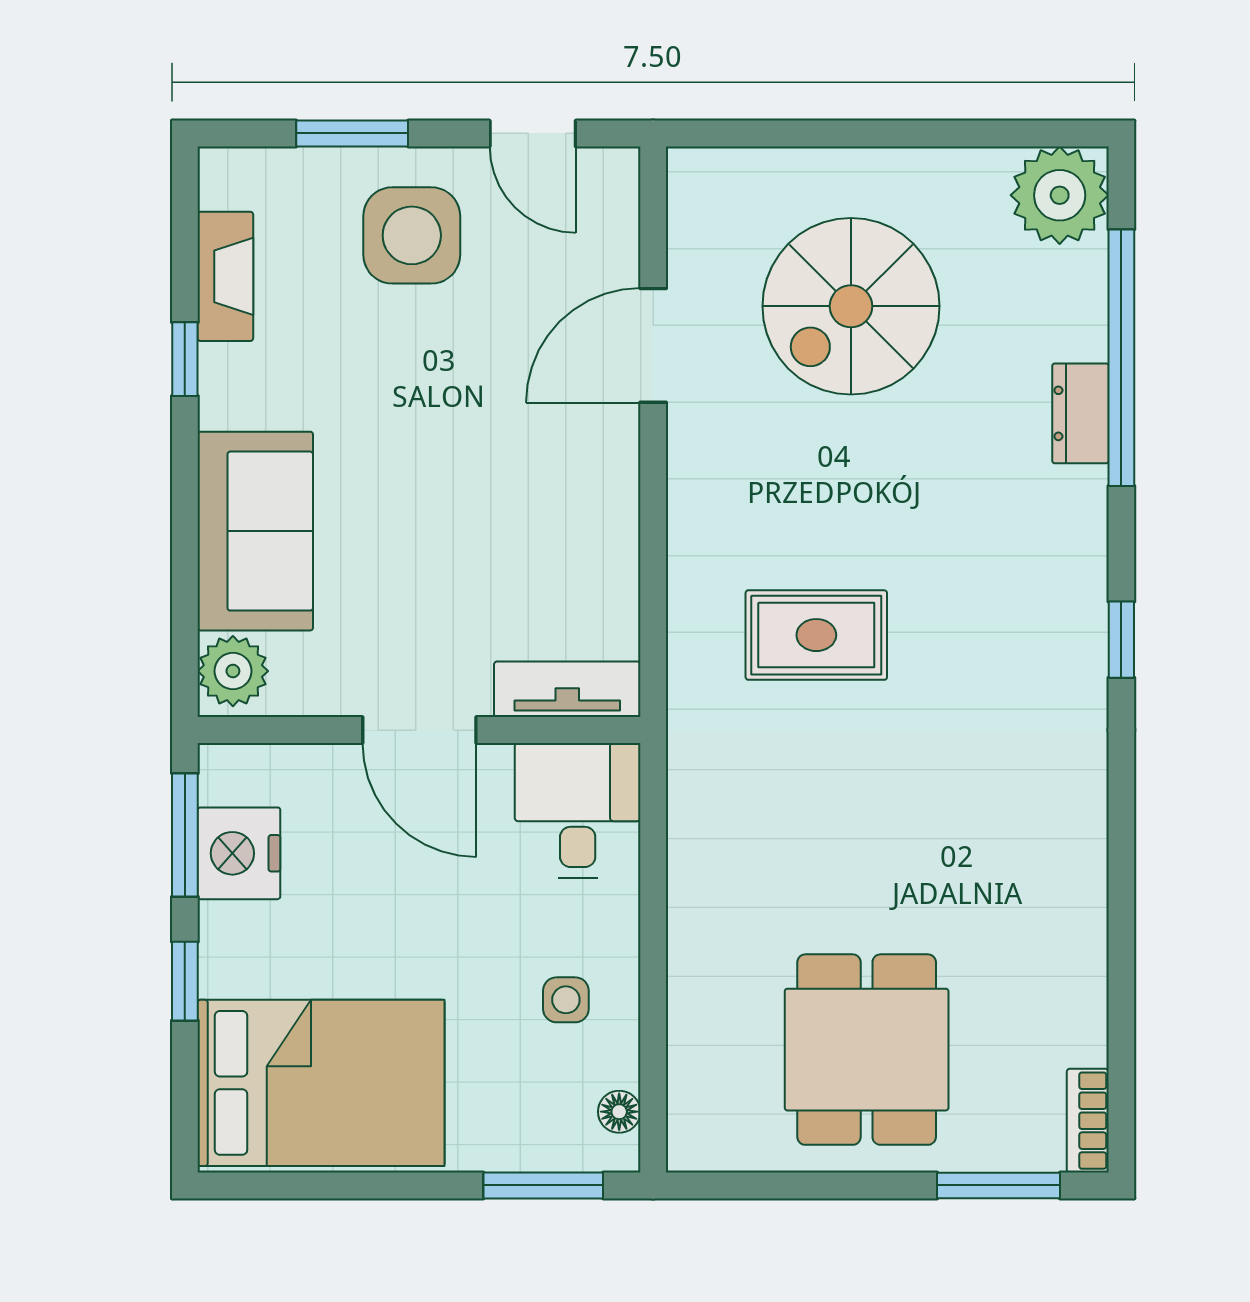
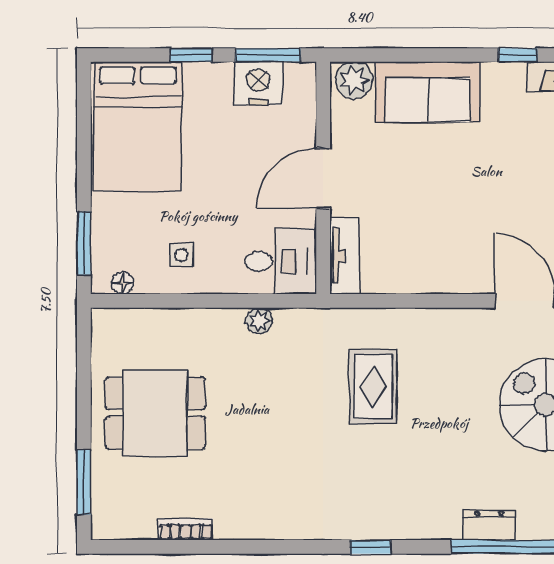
plant: (691, 852) -> (259, 321), added
bookcase: (1088, 1121) -> (186, 529), moved

